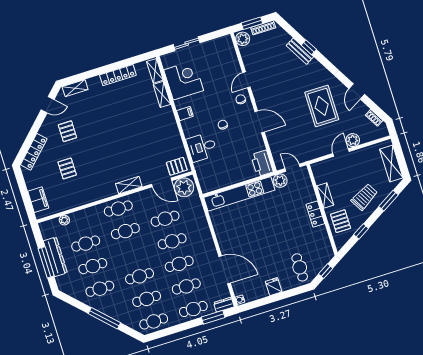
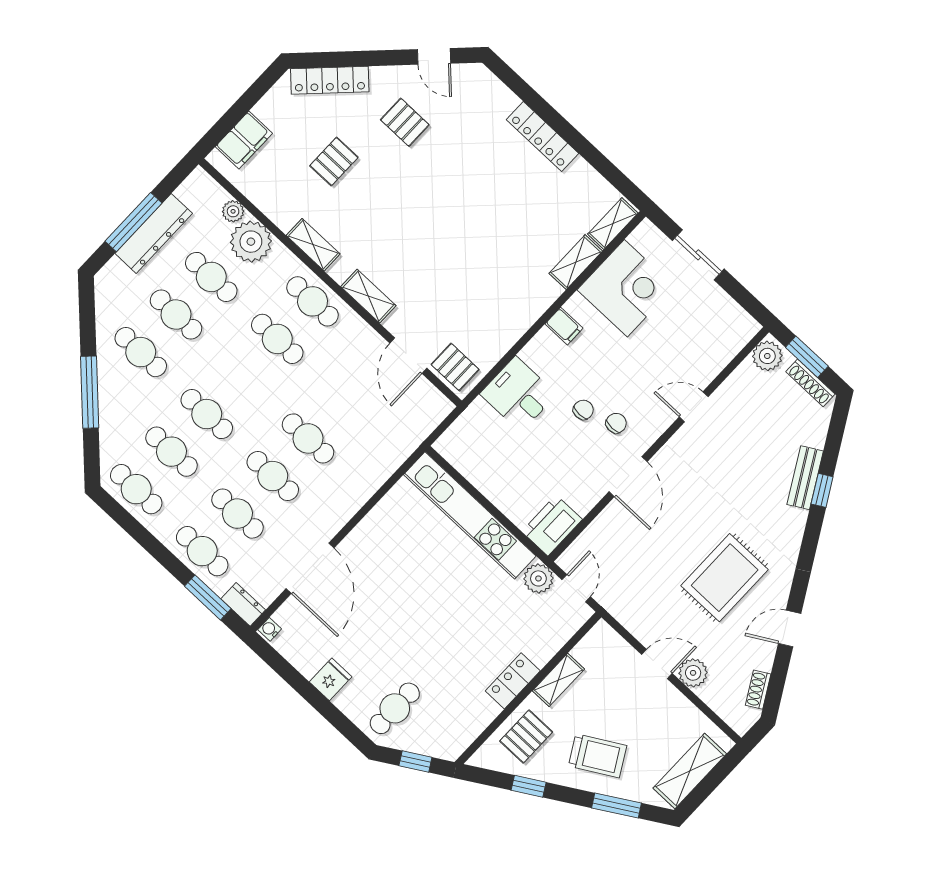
locker: (118, 75) -> (542, 137), moved
shelving: (75, 88) -> (313, 245), moved
chair: (241, 99) -> (616, 423), moved
pallet: (67, 131) -> (405, 122), turned 90
plant: (184, 187) -> (251, 242), moved
cafe table: (165, 219) -> (343, 401), removed

